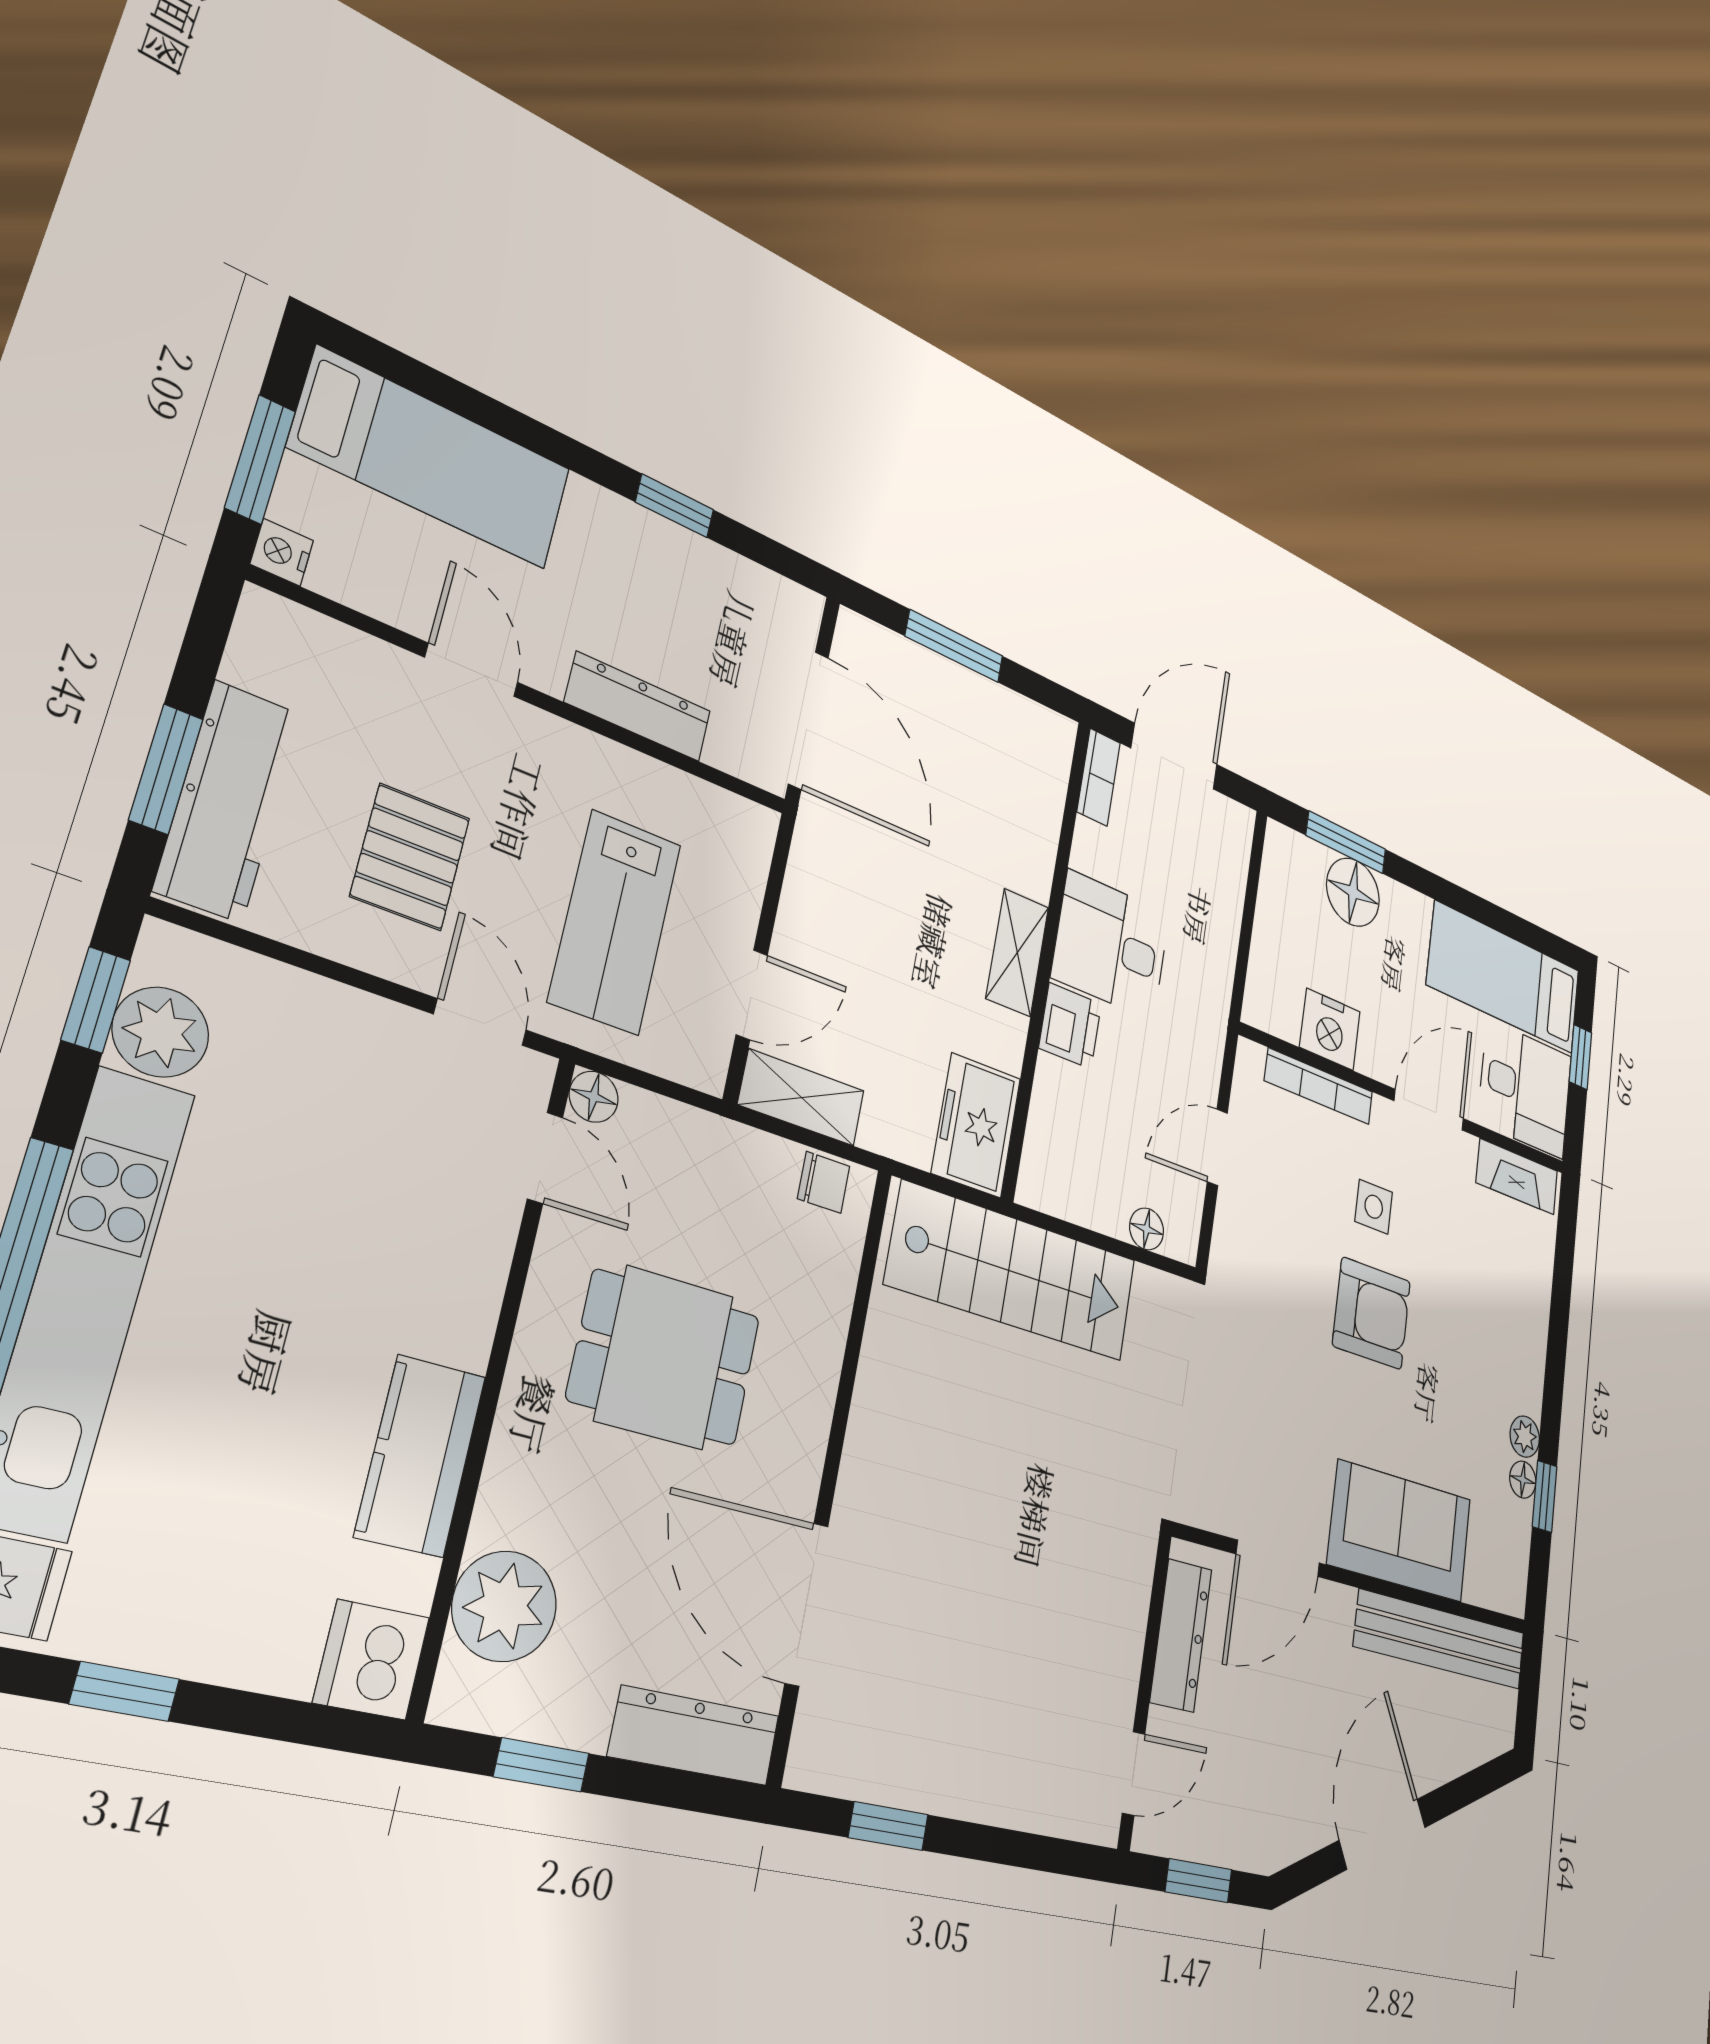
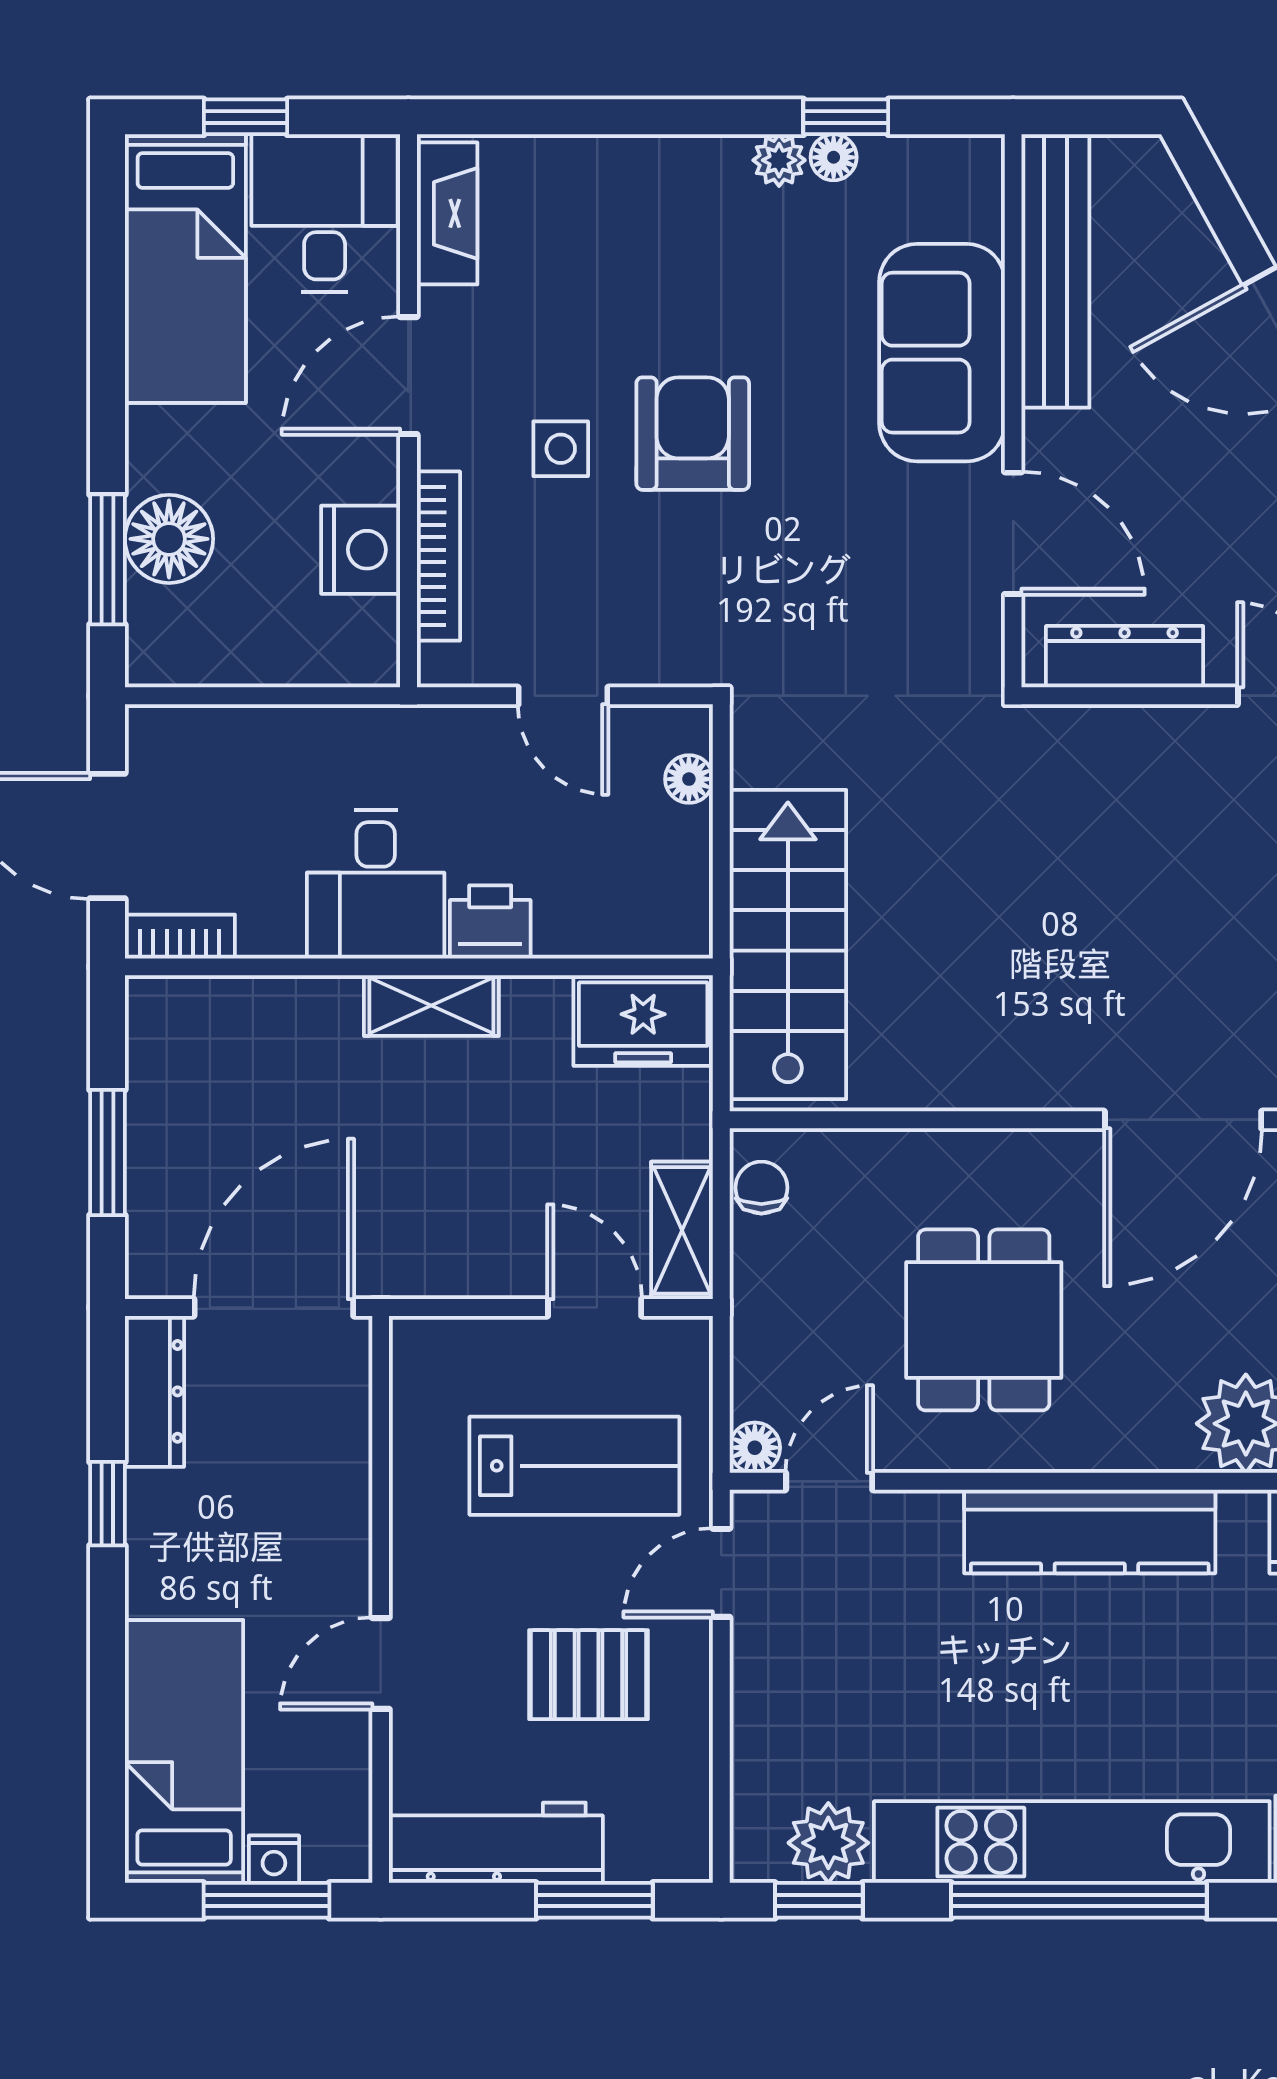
nightstand: (282, 552) -> (274, 1859), moved
dresser: (638, 707) -> (154, 1391), moved, turned 180
workbench: (229, 801) -> (496, 1843), moved
door: (1429, 1110) -> (408, 376), hinge flipped
kitchen counter: (421, 1456) -> (1090, 1531), width x1.50

